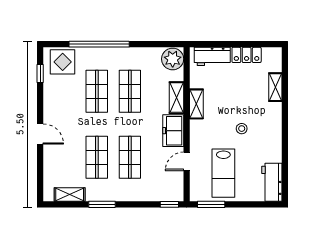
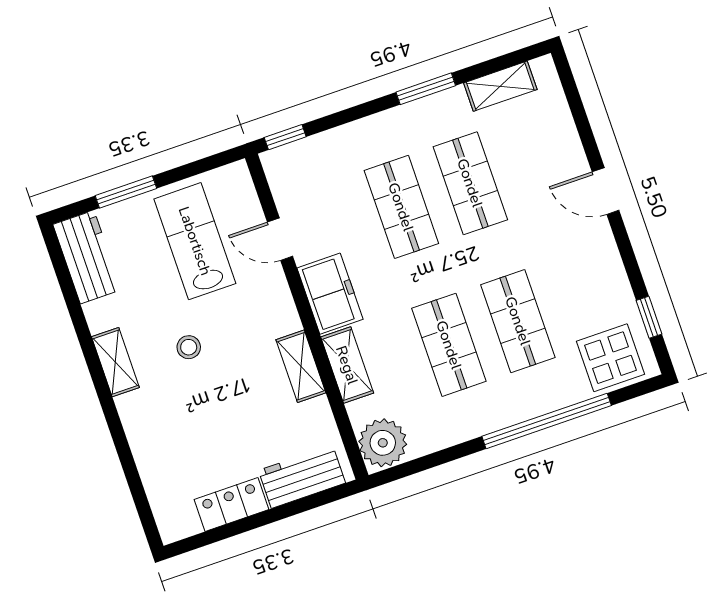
shelving: (275, 87) -> (115, 362), moved
door: (187, 161) -> (280, 239), swing flipped
window: (211, 204) -> (126, 192), moved

